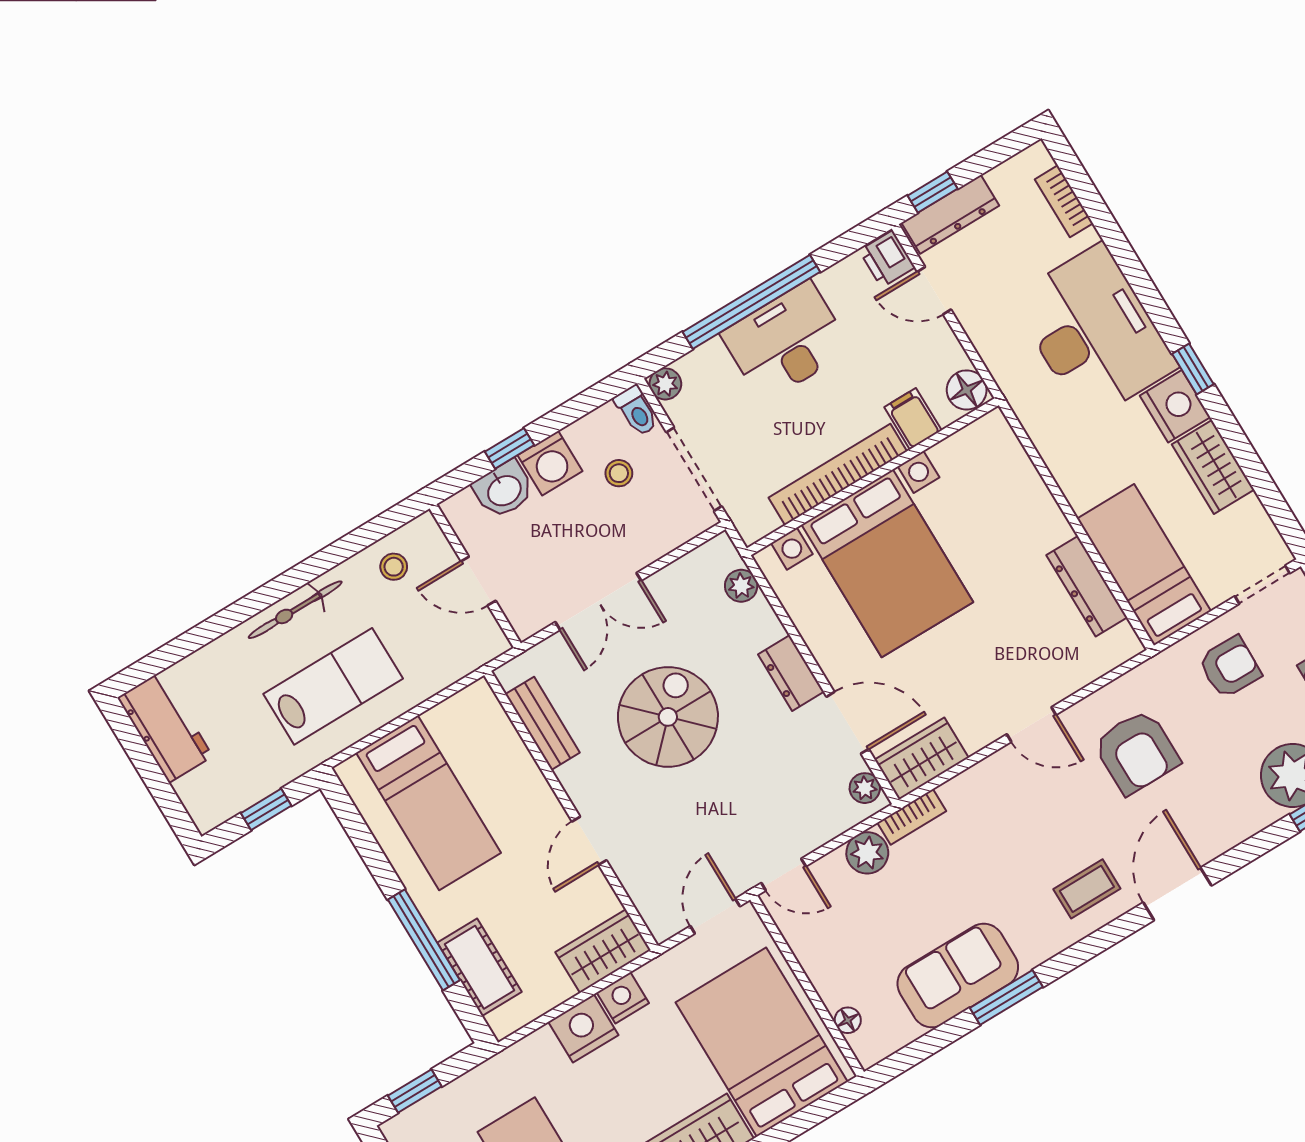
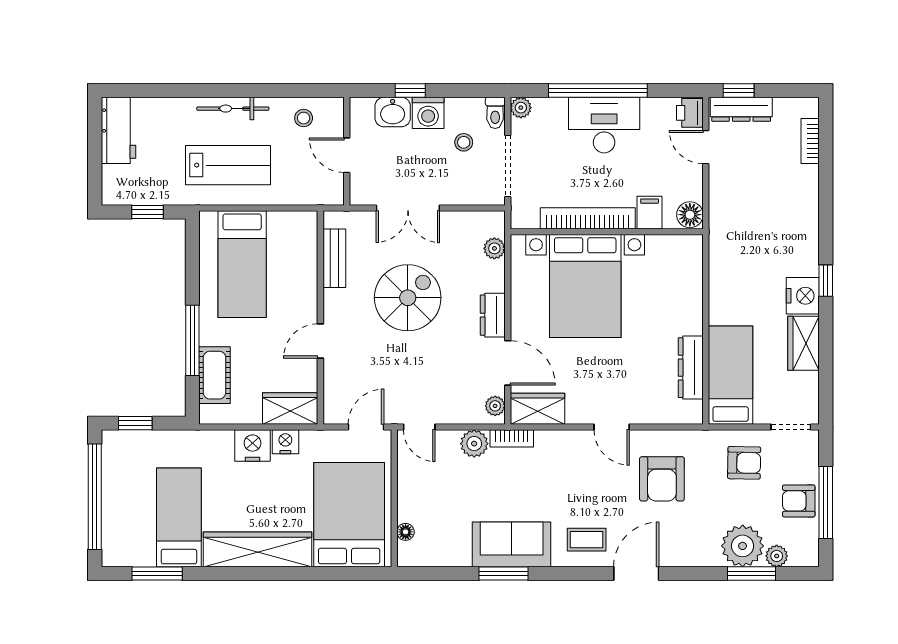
desk: (1094, 332) -> (782, 226), removed
sofa: (958, 976) -> (512, 544), moved

